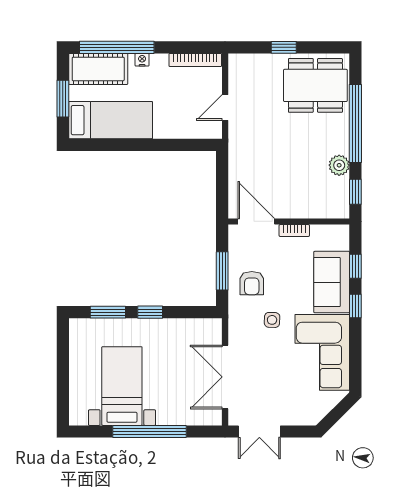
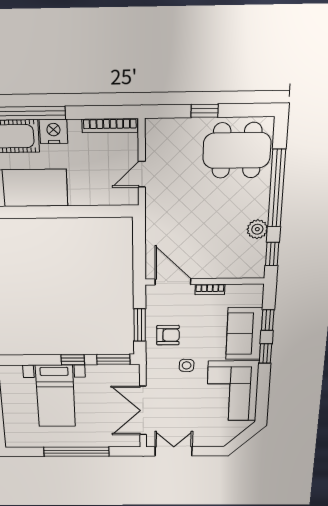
nightstand: (142, 60) -> (54, 131), width x1.89, depth x1.79
armchair: (252, 283) -> (168, 335), turned -90
window: (108, 312) -> (113, 359), moved
bed with nightstands: (122, 386) -> (55, 396), moved, turned 180
double door: (259, 431) -> (174, 451), swing flipped

